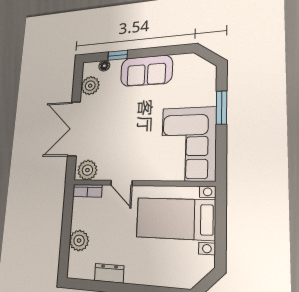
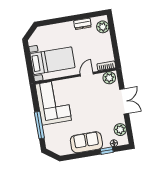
window: (222, 108) -> (39, 125), width x1.44
double door: (74, 129) -> (124, 101), width x0.73
door: (122, 183) -> (87, 74), hinge flipped
plant: (79, 241) -> (103, 27), moved

